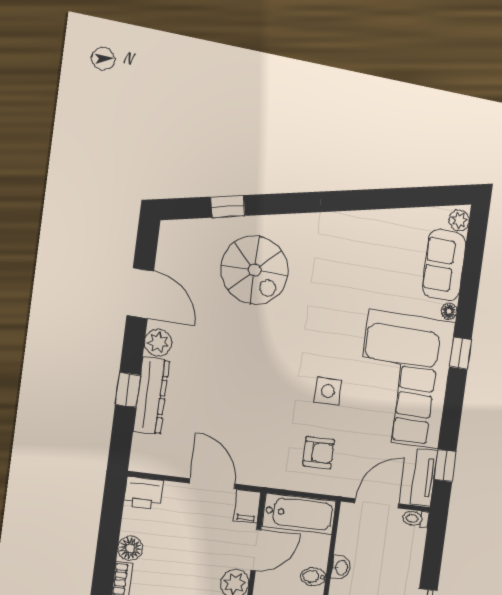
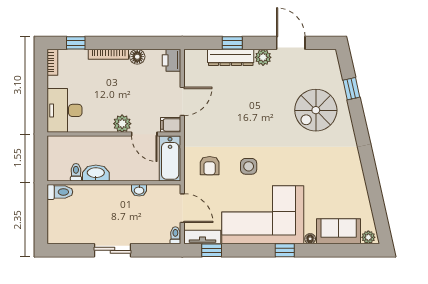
door: (140, 293) -> (291, 43), swing flipped
bidet: (313, 577) -> (132, 173), removed

